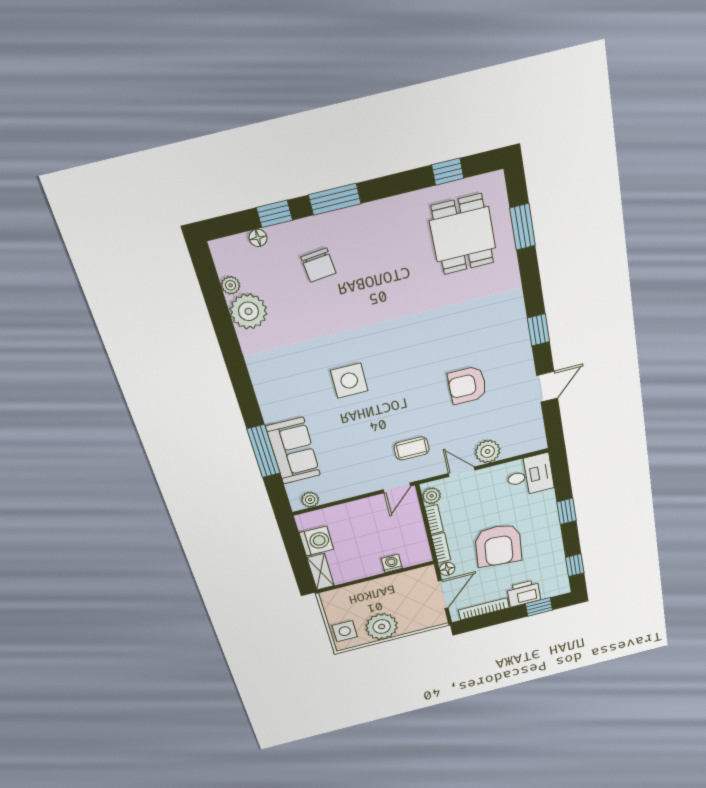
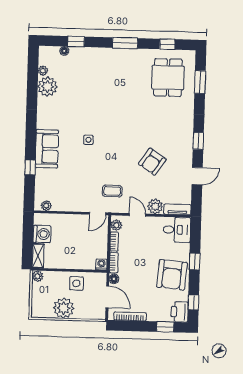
window: (335, 199) -> (125, 43), moved
chair: (319, 265) -> (90, 73), removed
side table: (349, 381) -> (88, 140), width x0.54, depth x0.54
armchair: (467, 385) -> (152, 162), turned -56
tv unit: (525, 446) -> (177, 209), added
window: (264, 451) -> (30, 167), width x0.46
sofa: (293, 451) -> (47, 149), moved
armchair: (498, 545) -> (172, 275), moved
washing machine: (392, 563) -> (101, 264), moved
printer: (524, 593) -> (180, 312), moved, turned -90
door: (443, 594) -> (107, 297), hinge flipped
plant: (329, 598) -> (37, 276), added
side table: (345, 631) -> (76, 283), moved

